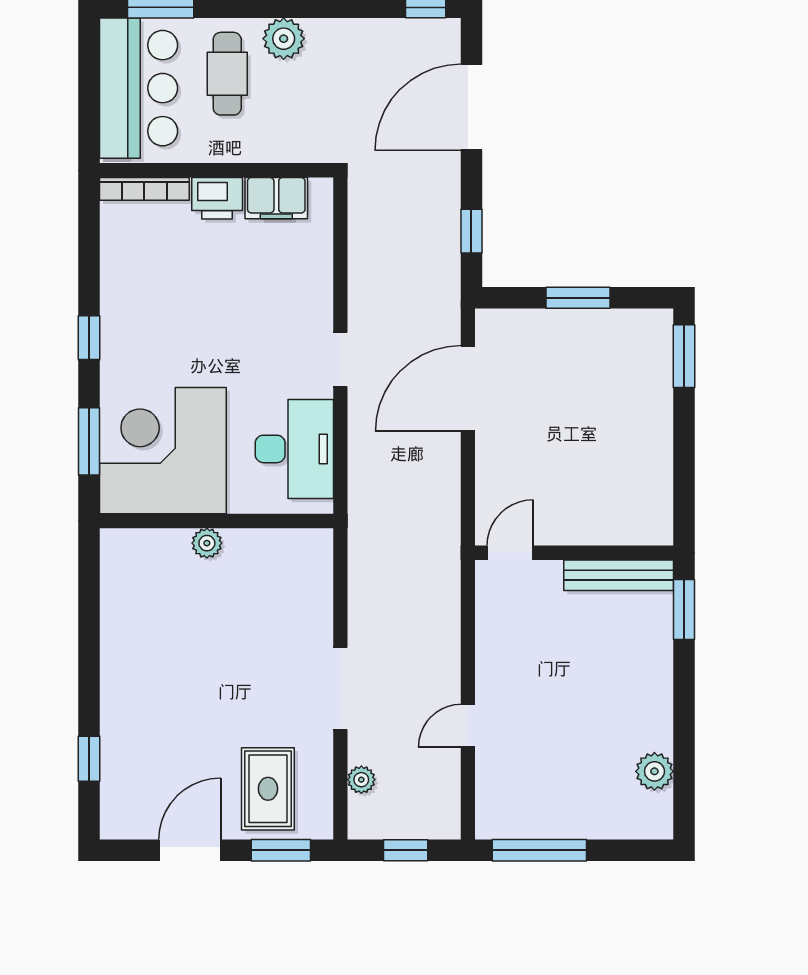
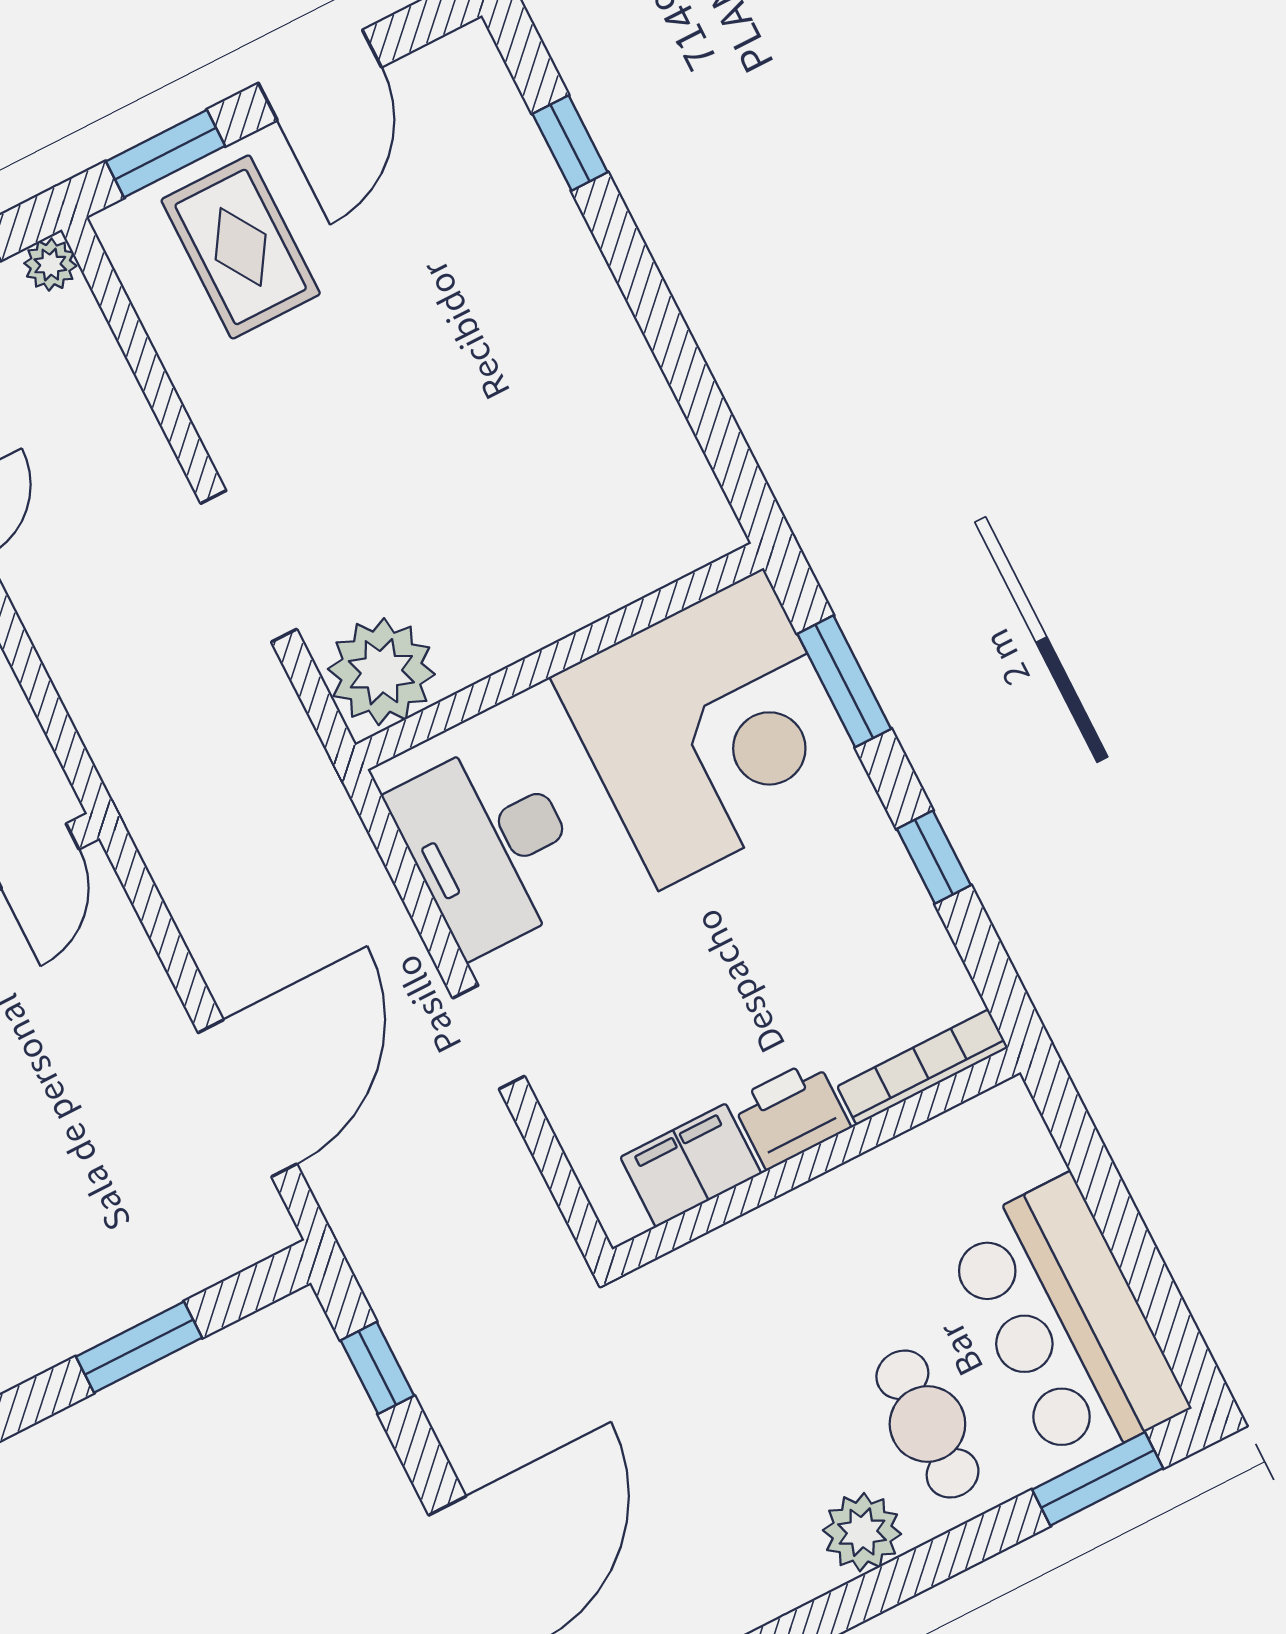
wall: (216, 170) -> (816, 1161), moved
bookcase: (144, 189) -> (923, 1067), moved
printer: (217, 198) -> (791, 1114), moved
filing cabinet: (276, 198) -> (691, 1165), moved
plant: (207, 543) -> (381, 672), moved, width x1.88, depth x1.88
doorway: (340, 688) -> (249, 566), moved
plant: (361, 780) -> (50, 265), moved

